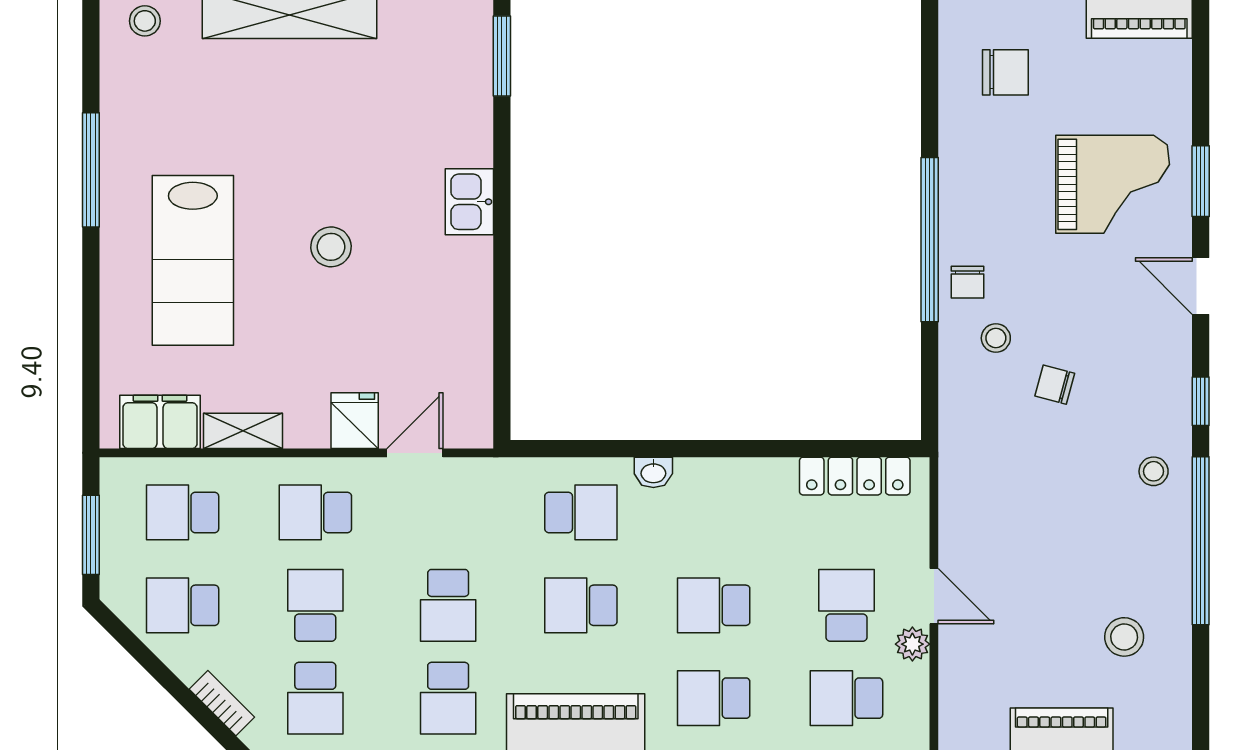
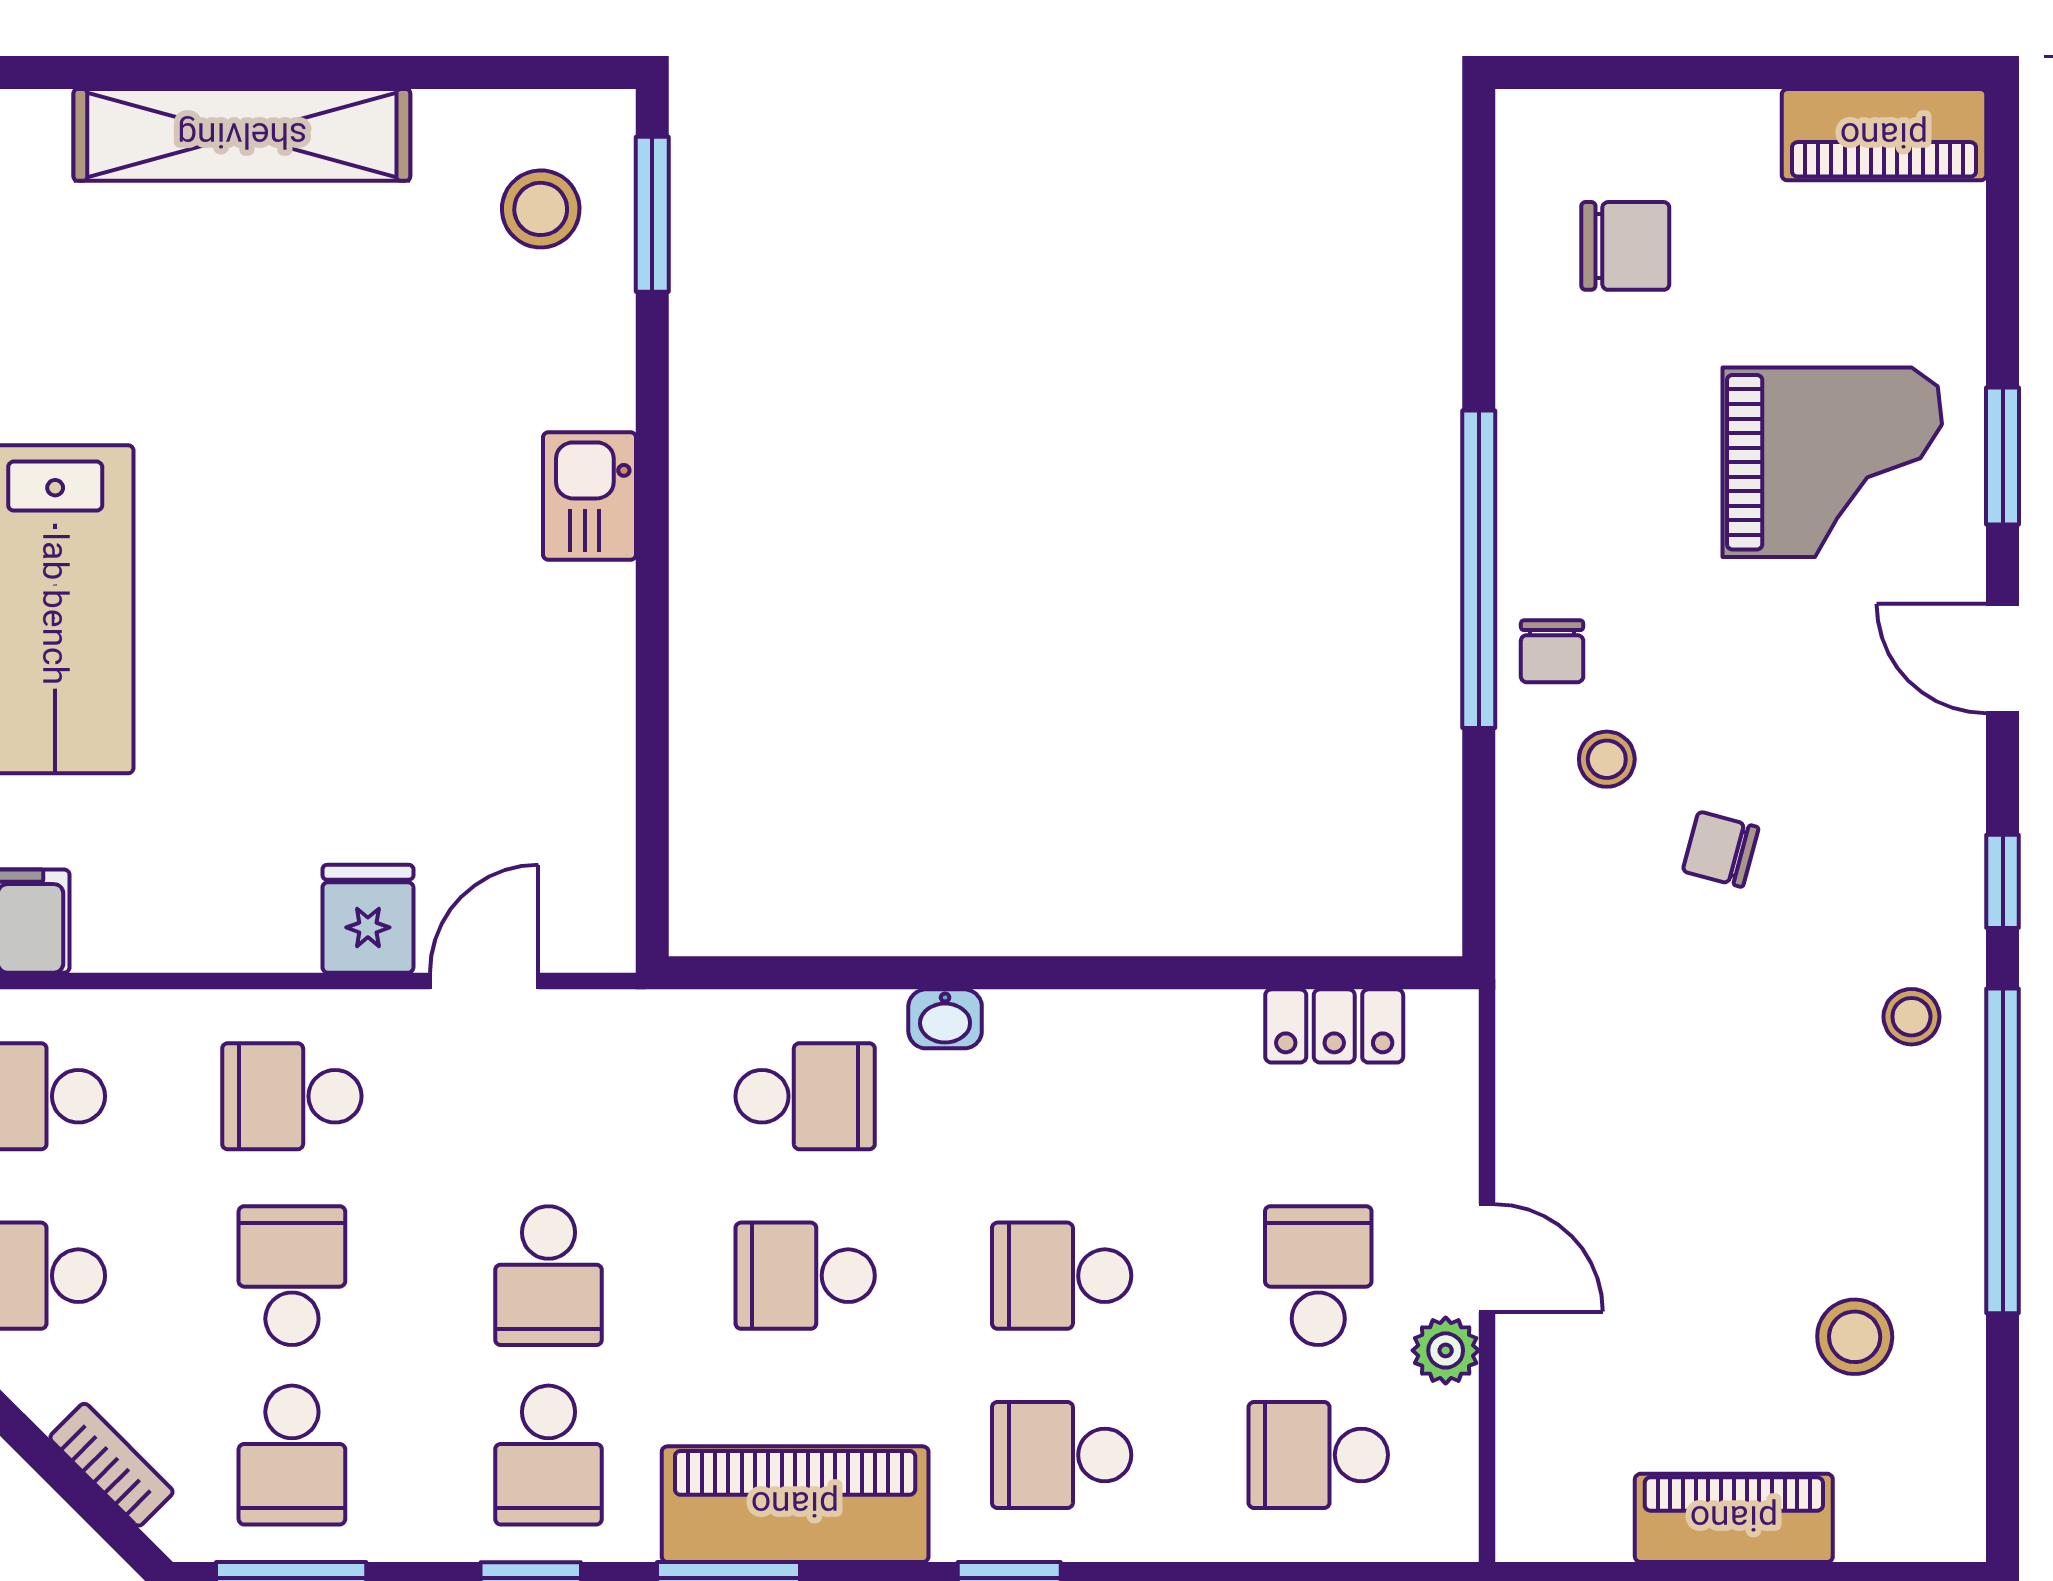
stool: (331, 247) -> (541, 209), moved
shelving: (243, 431) -> (152, 939), removed
locker: (855, 476) -> (1334, 1026), width x0.66

